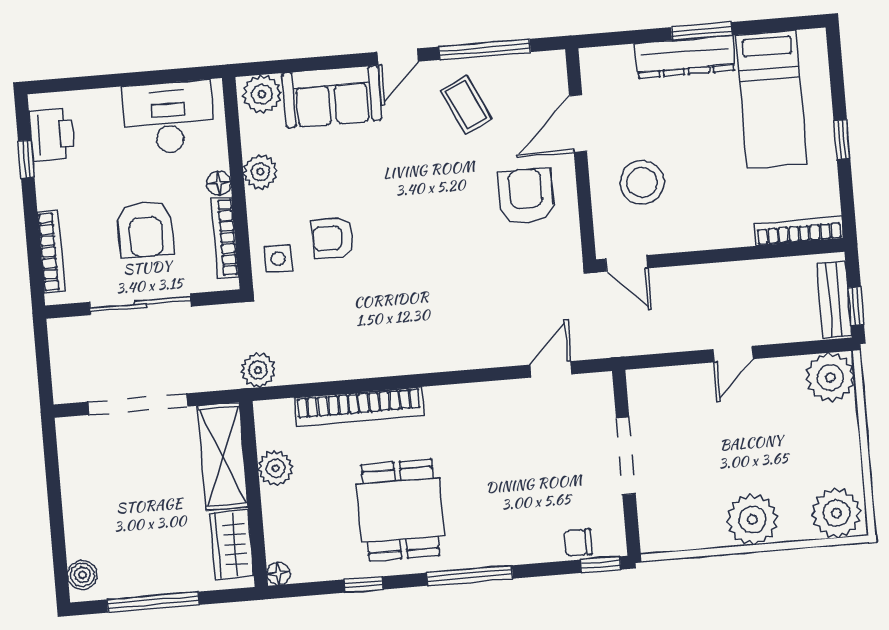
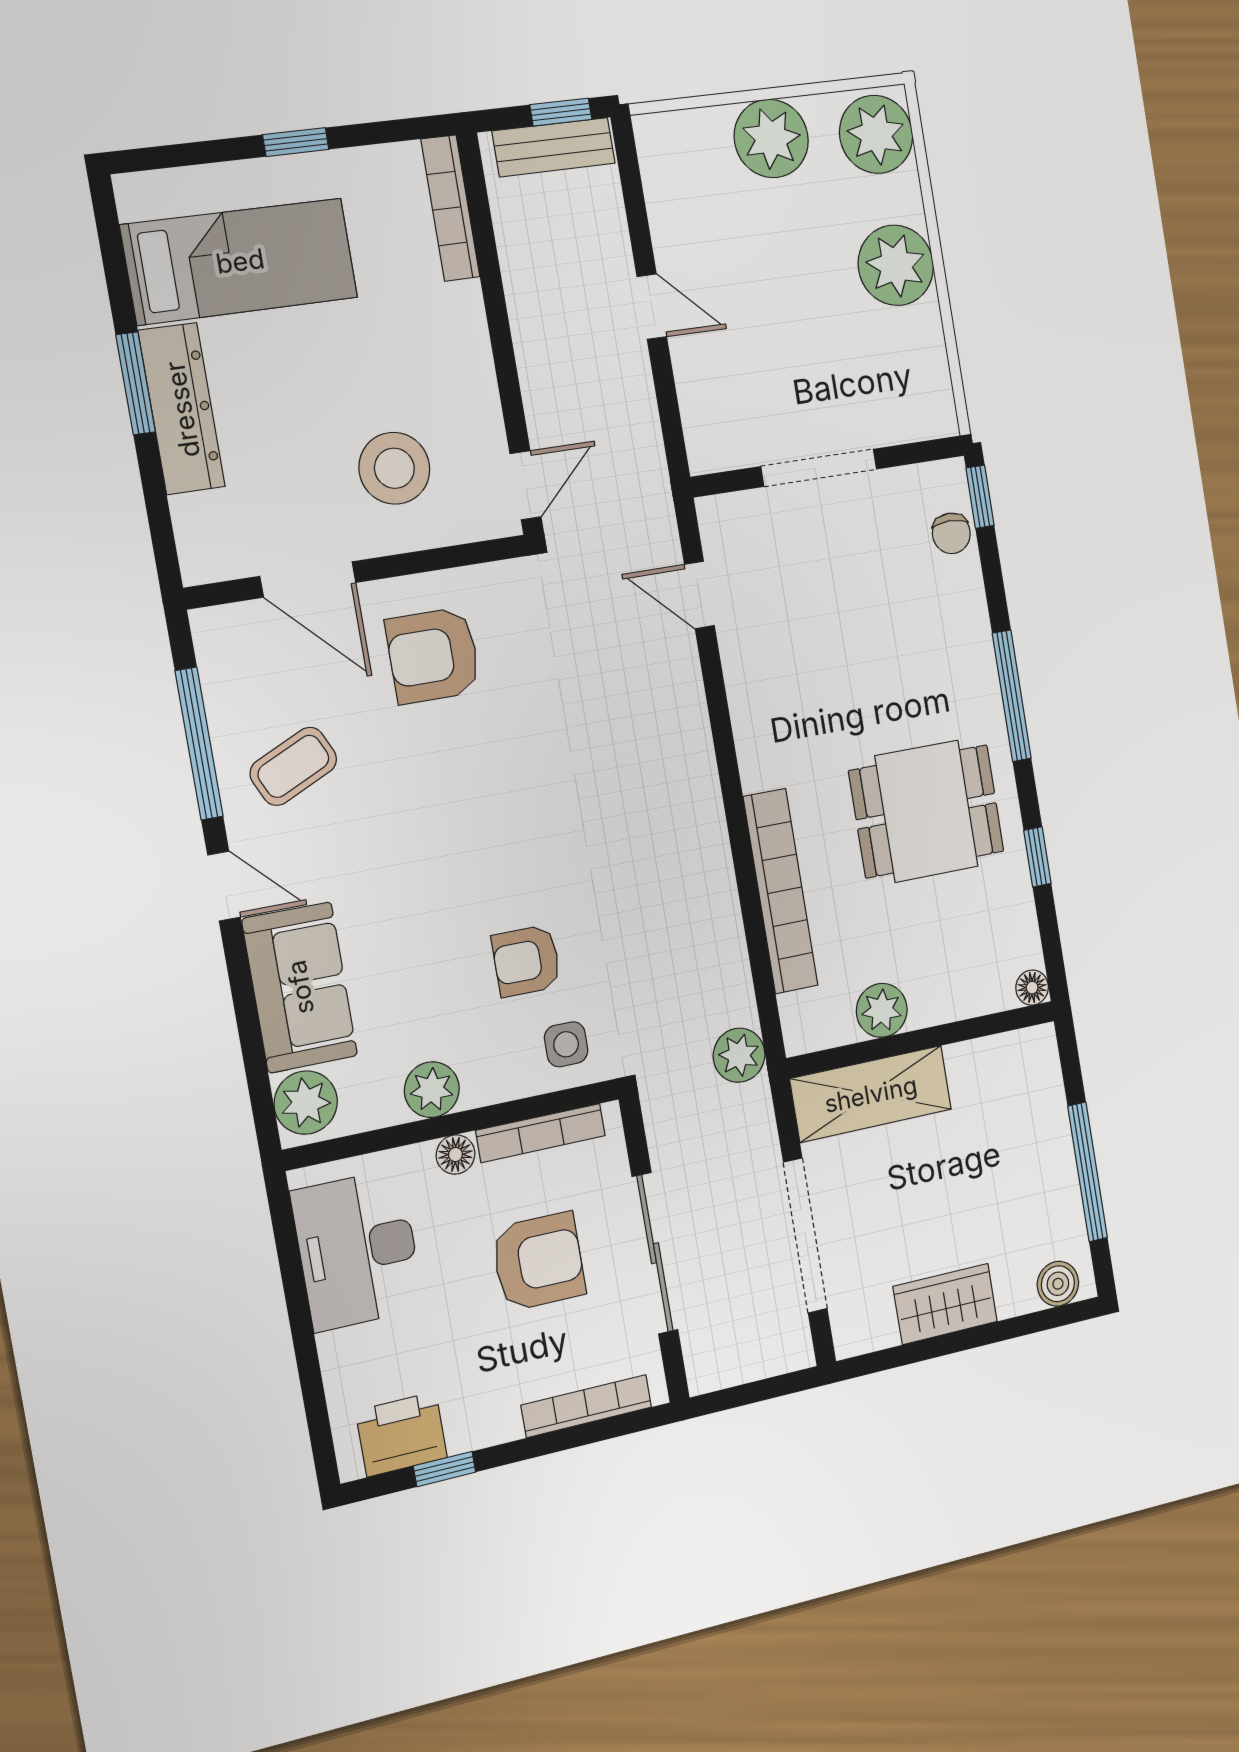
armchair: (333, 238) -> (526, 961), turned 90
plant: (830, 377) -> (771, 138), moved
wardrobe: (232, 544) -> (945, 1304), moved, turned 180

